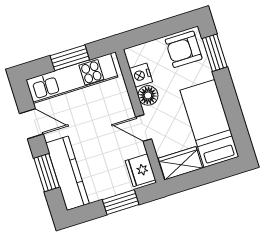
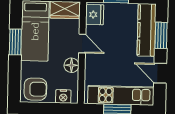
window: (215, 53) -> (15, 42), moved
nightstand: (141, 75) -> (63, 96), moved, turned 90

